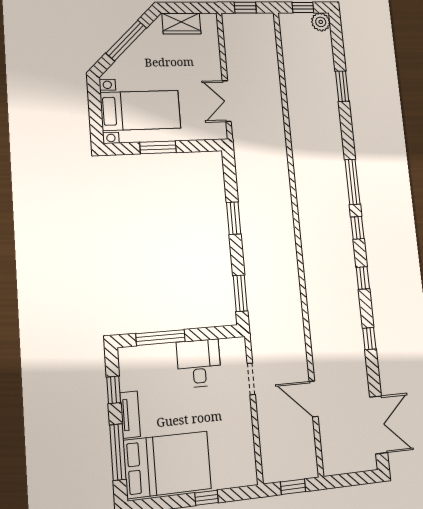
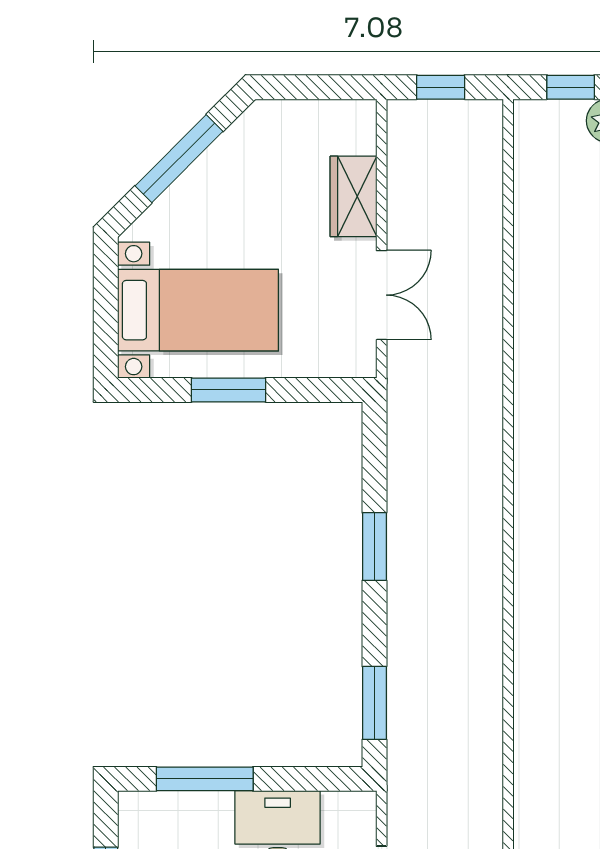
wardrobe: (181, 24) -> (353, 196), moved, turned 90
double door: (227, 101) -> (382, 295), swing flipped

